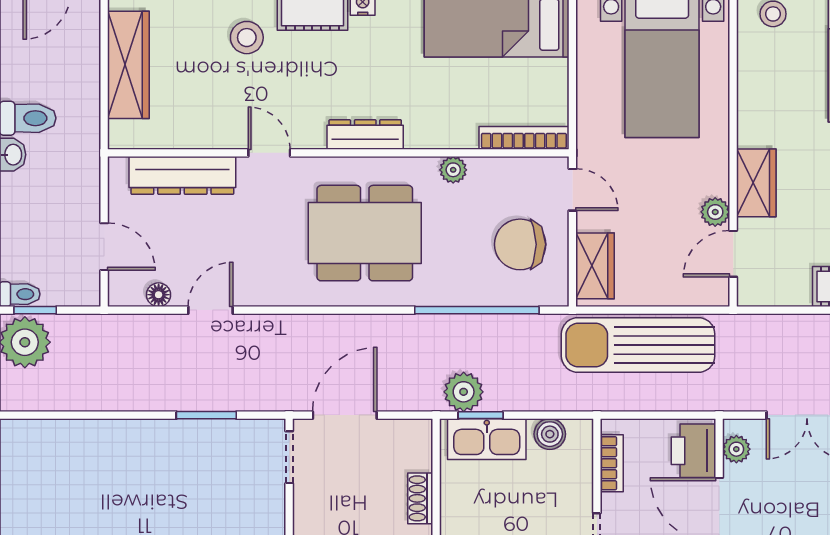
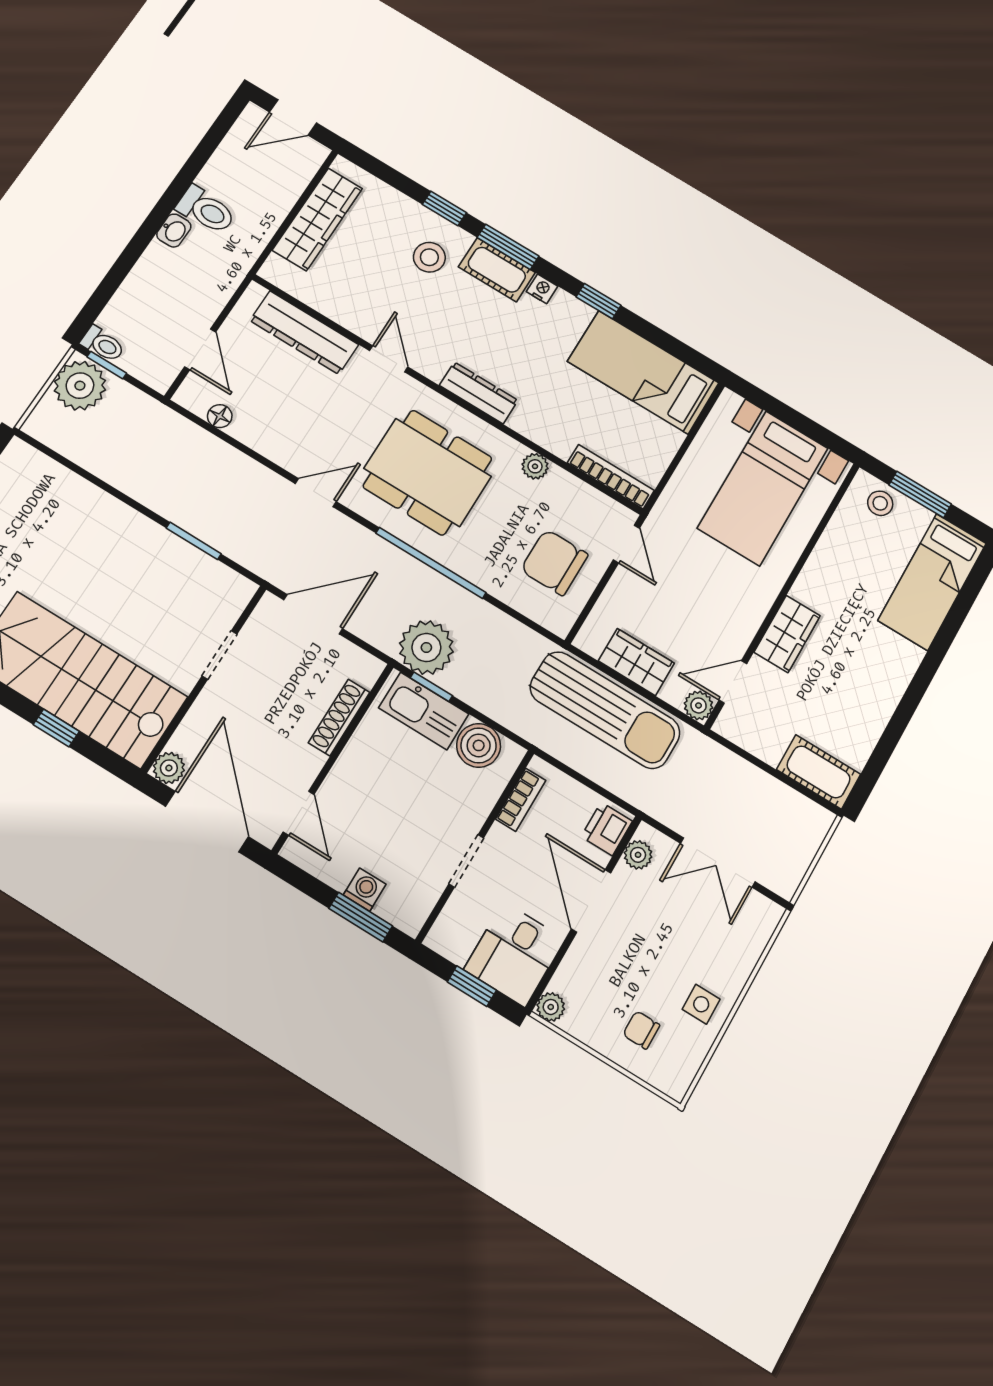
plant: (715, 212) -> (699, 705), moved
wardrobe: (595, 266) -> (636, 662), moved, turned -90
door: (210, 310) -> (316, 493), moved
window: (477, 310) -> (431, 563), moved
sun lounger: (638, 345) -> (605, 710), turned 180
plant: (464, 392) -> (426, 647), width x1.36, depth x1.36
boiler: (550, 434) -> (479, 745), width x1.36, depth x1.36
printer: (693, 451) -> (607, 829), width x0.73, depth x0.81
doorway: (289, 457) -> (220, 655), moved
shoe rack: (420, 498) -> (339, 718), width x1.43

